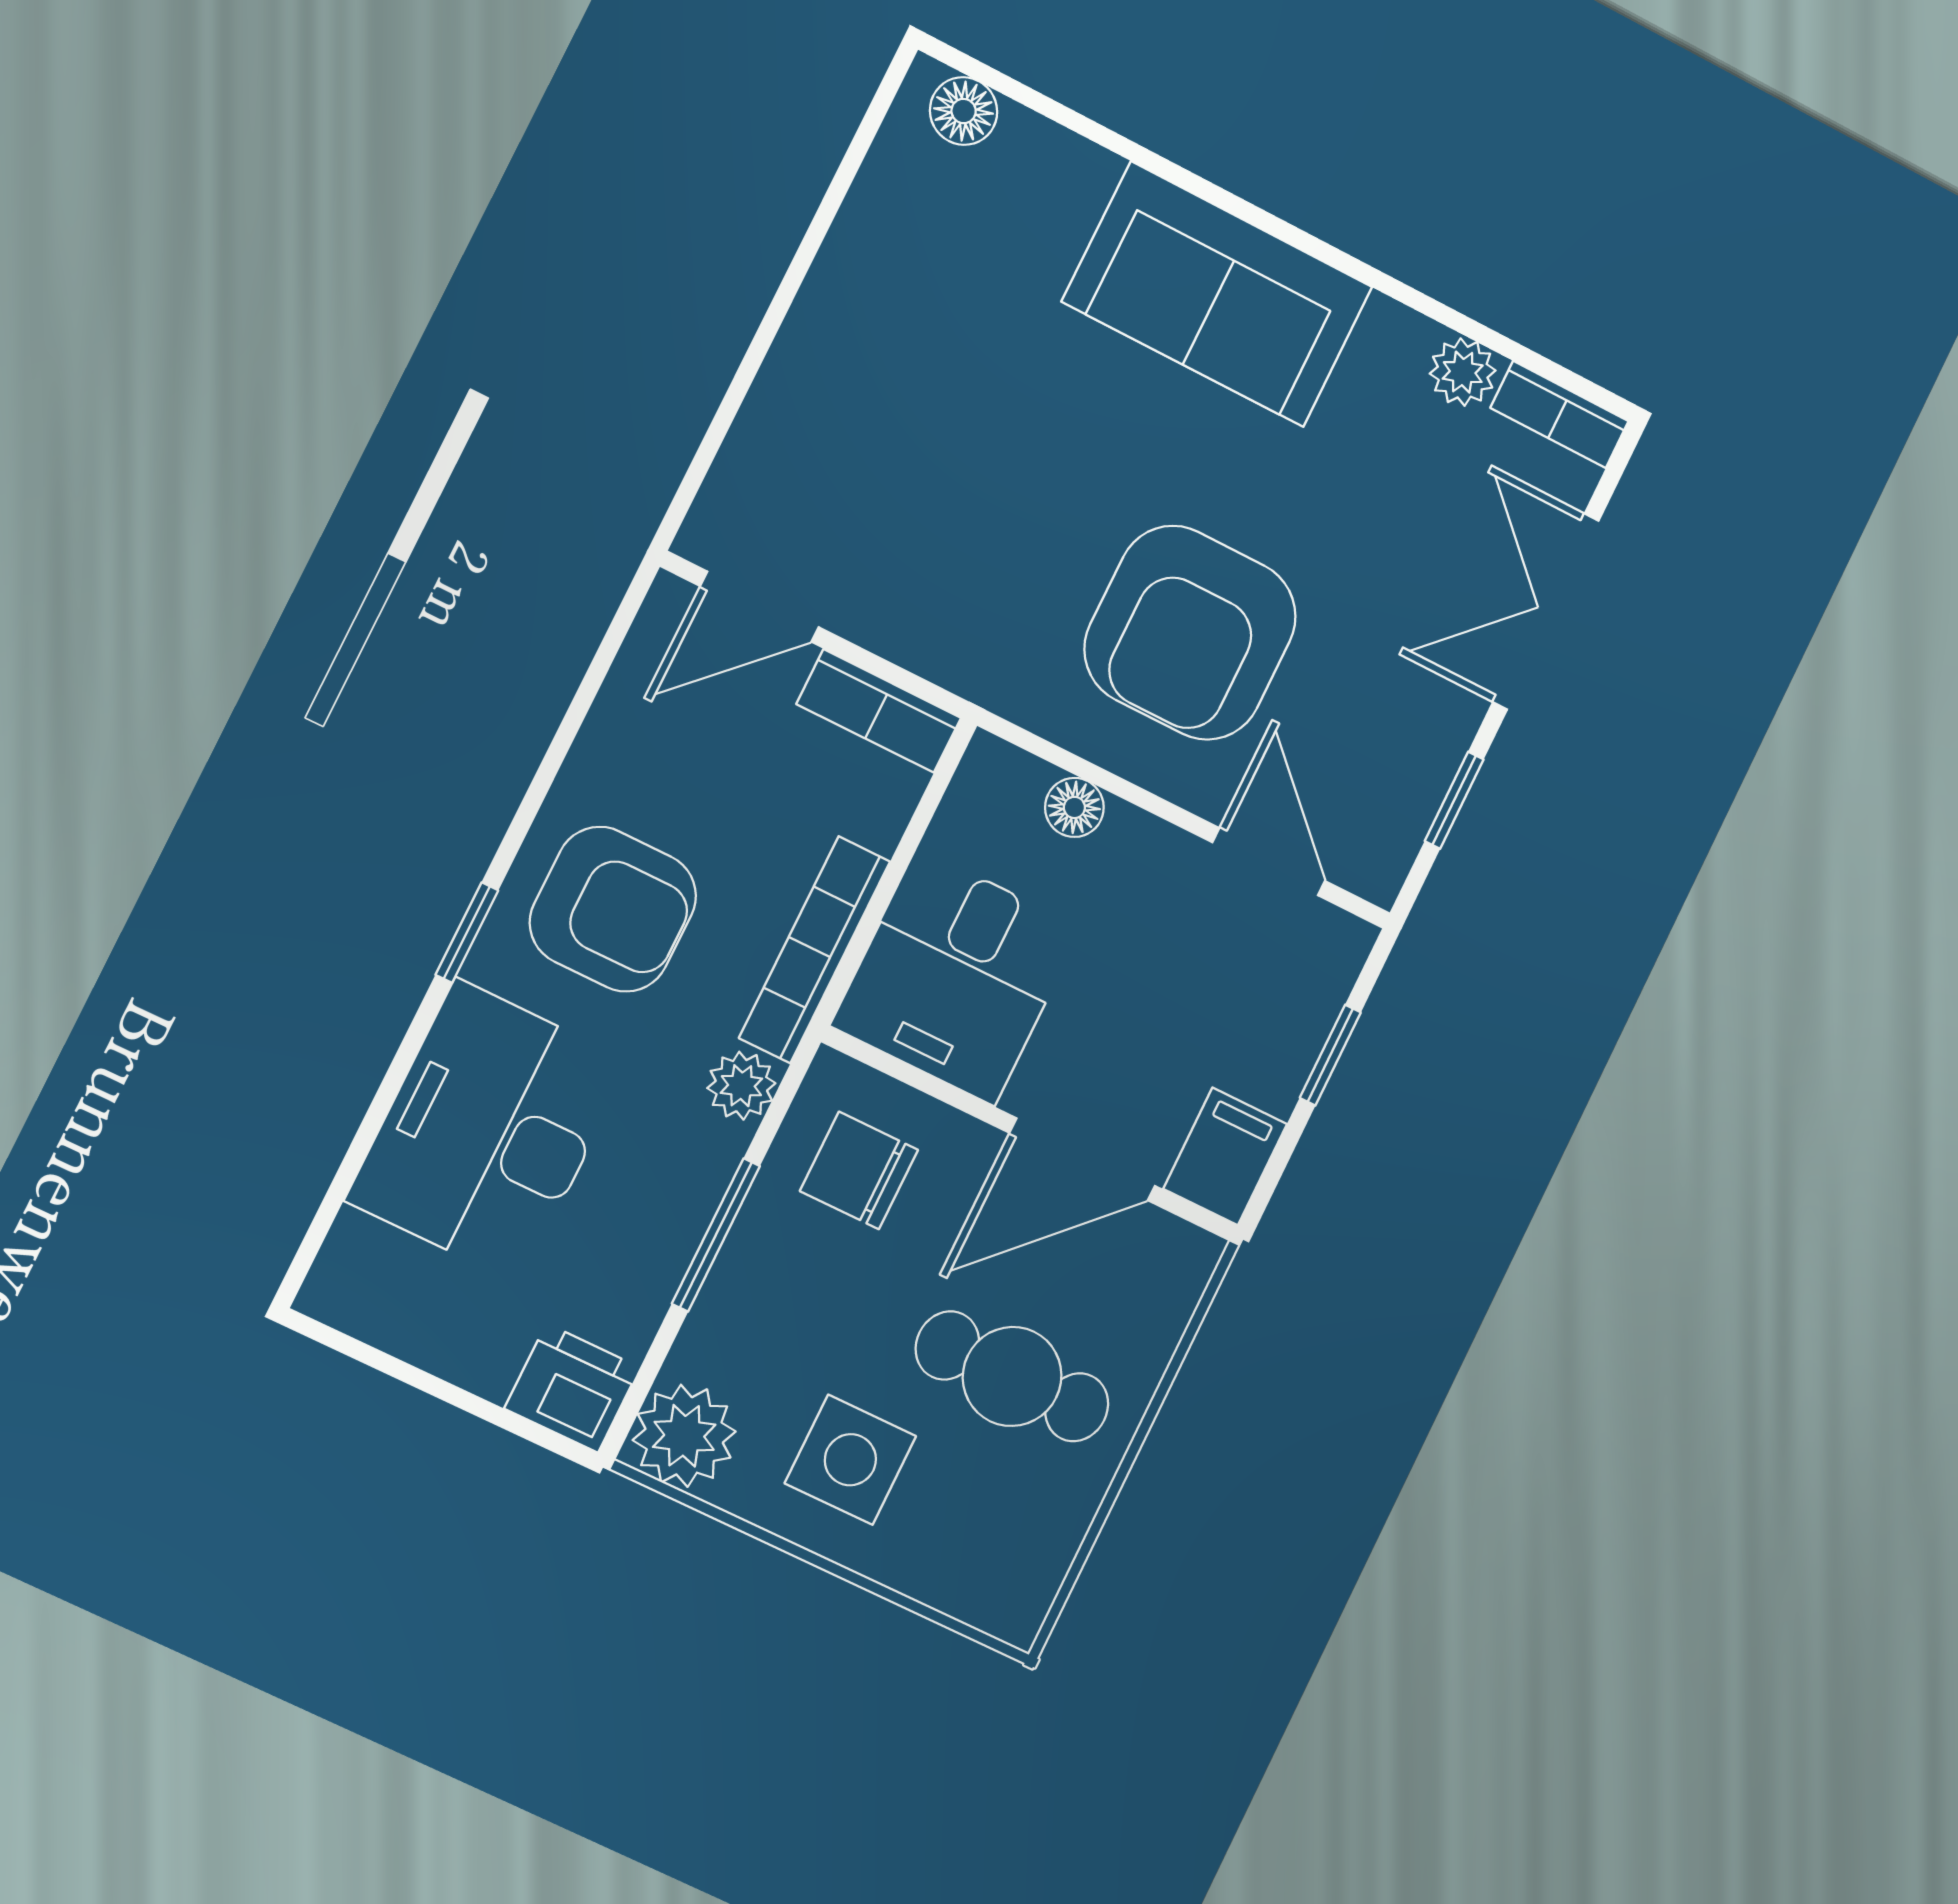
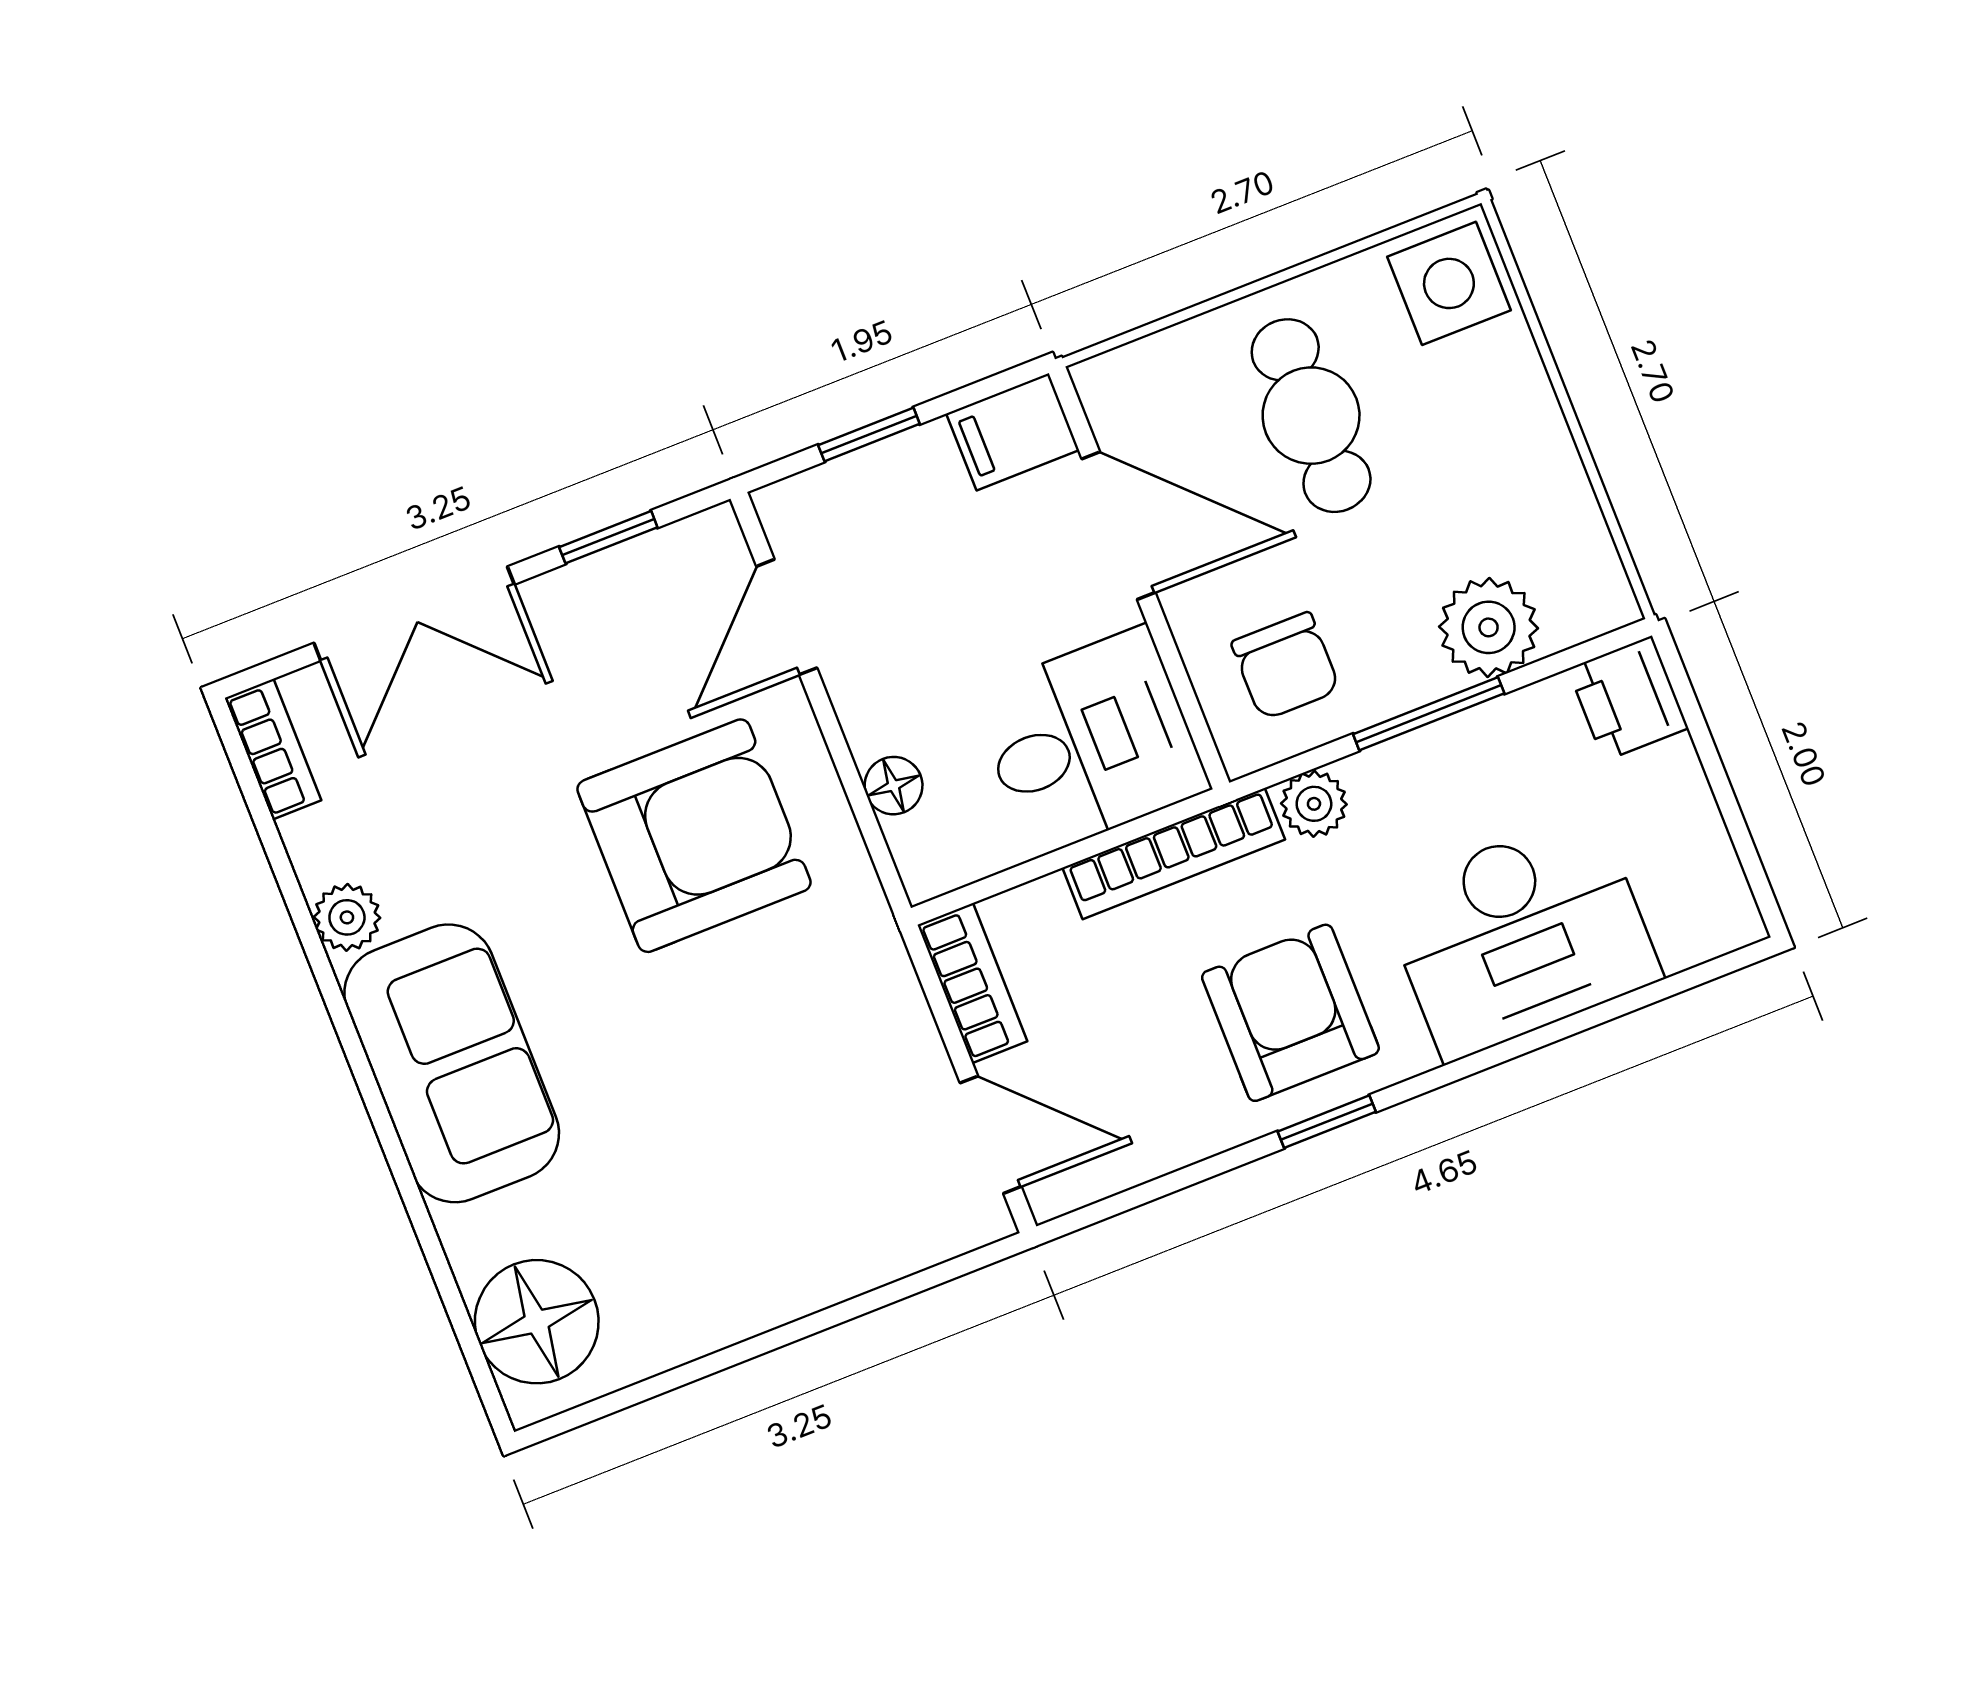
floor lamp: (964, 111) -> (537, 1322), width x1.89, depth x1.89
plant: (1463, 372) -> (347, 917), moved
window: (467, 933) -> (1327, 1122), moved
plant: (684, 1436) -> (1489, 627), moved
side table: (850, 1460) -> (1449, 283), moved

